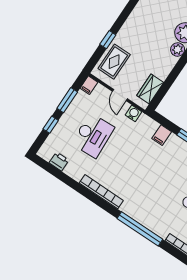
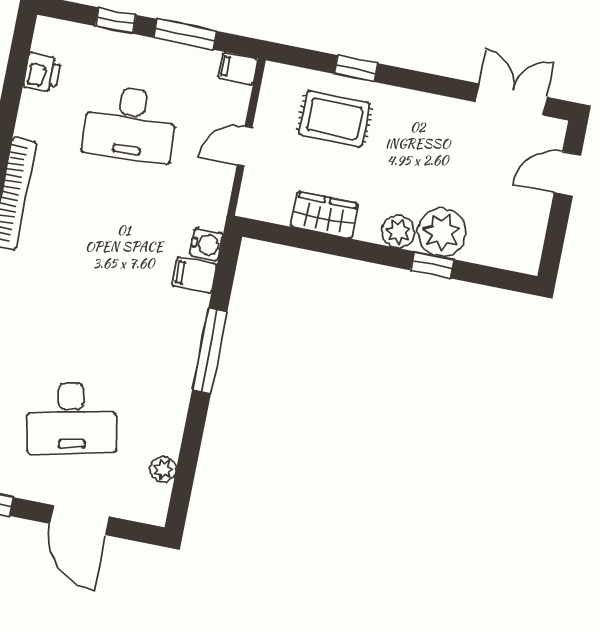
rug: (114, 62) -> (334, 119), moved
wardrobe: (150, 89) -> (324, 215), moved
water cooler: (133, 113) -> (206, 244), moved

